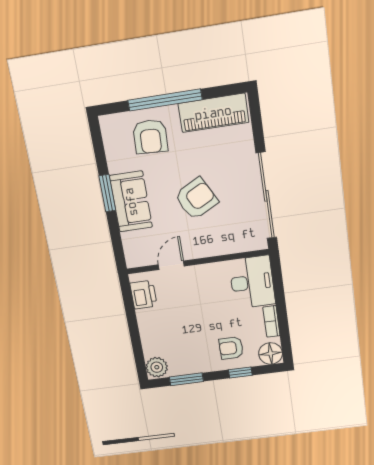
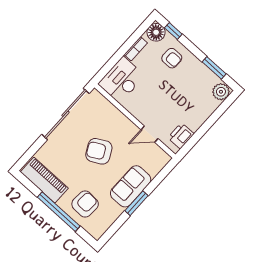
window: (240, 373) -> (173, 31), moved

